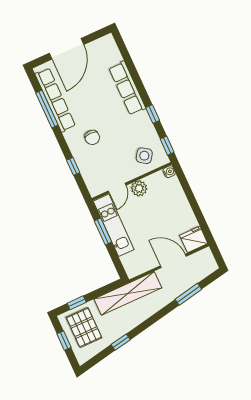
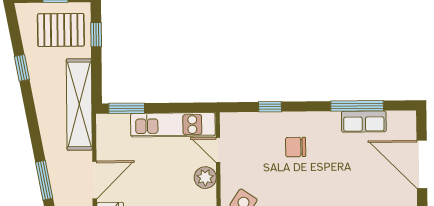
row of seats: (55, 100) -> (364, 121), width x0.50
window: (103, 231) -> (127, 108), moved

